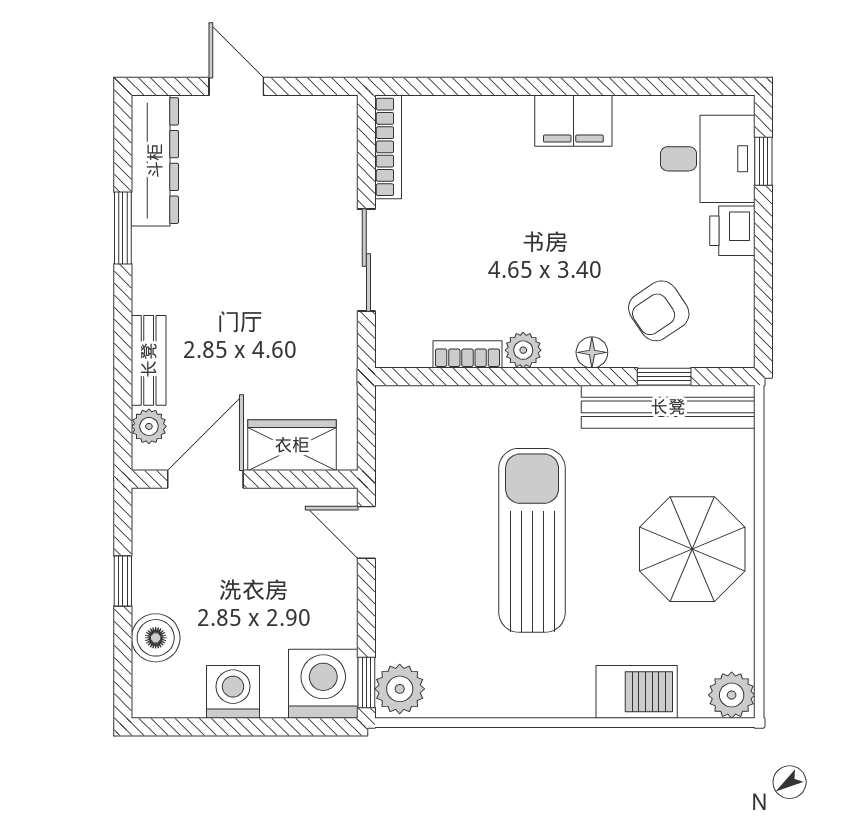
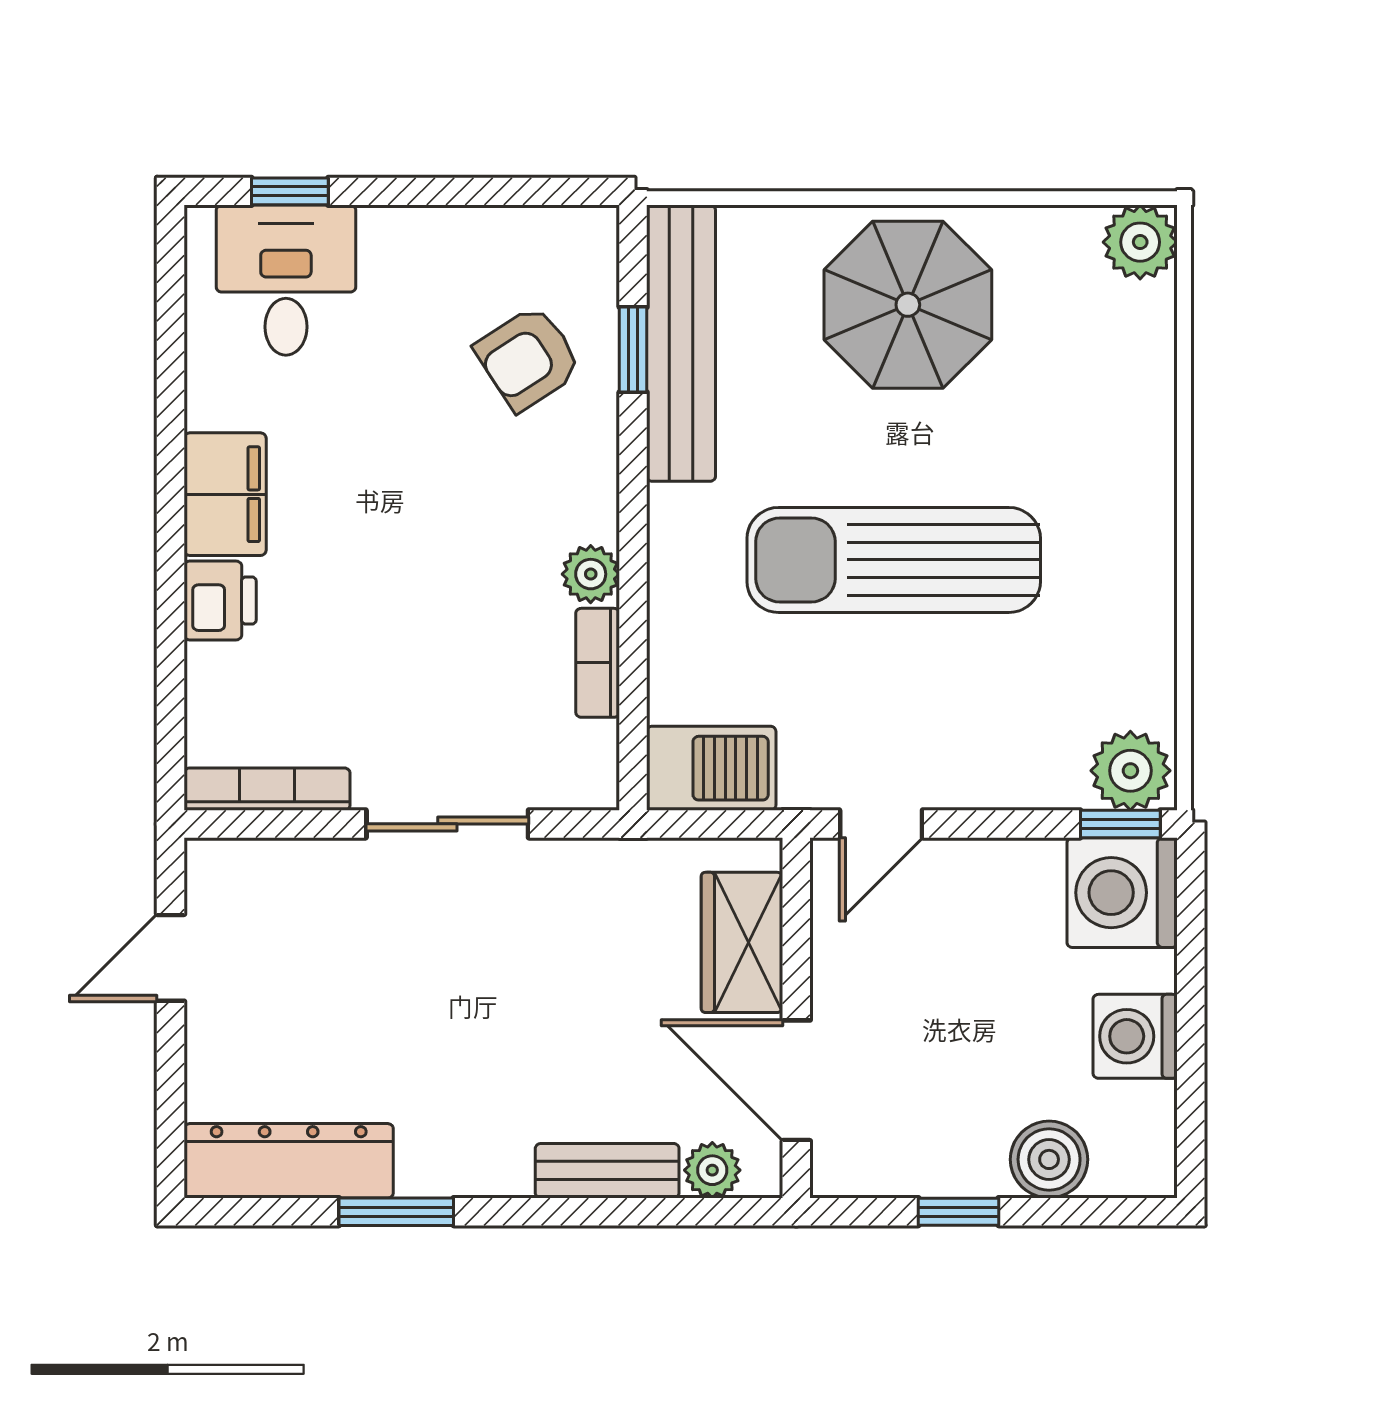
door: (236, 86) -> (171, 958), moved
printer: (732, 231) -> (220, 601), moved, turned -90
armchair: (659, 311) -> (528, 358), turned 91
floor lamp: (592, 352) -> (594, 465), removed
barbecue: (637, 692) -> (711, 768), moved, turned 90

